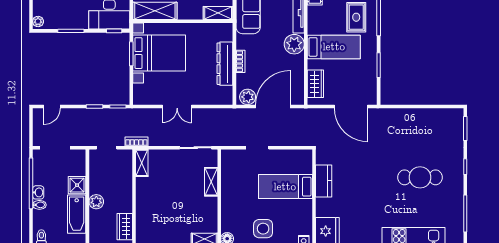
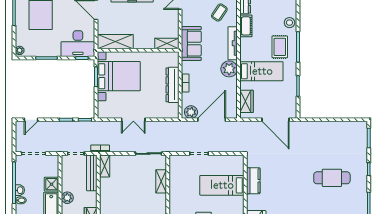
bench: (126, 171) -> (92, 173), added

